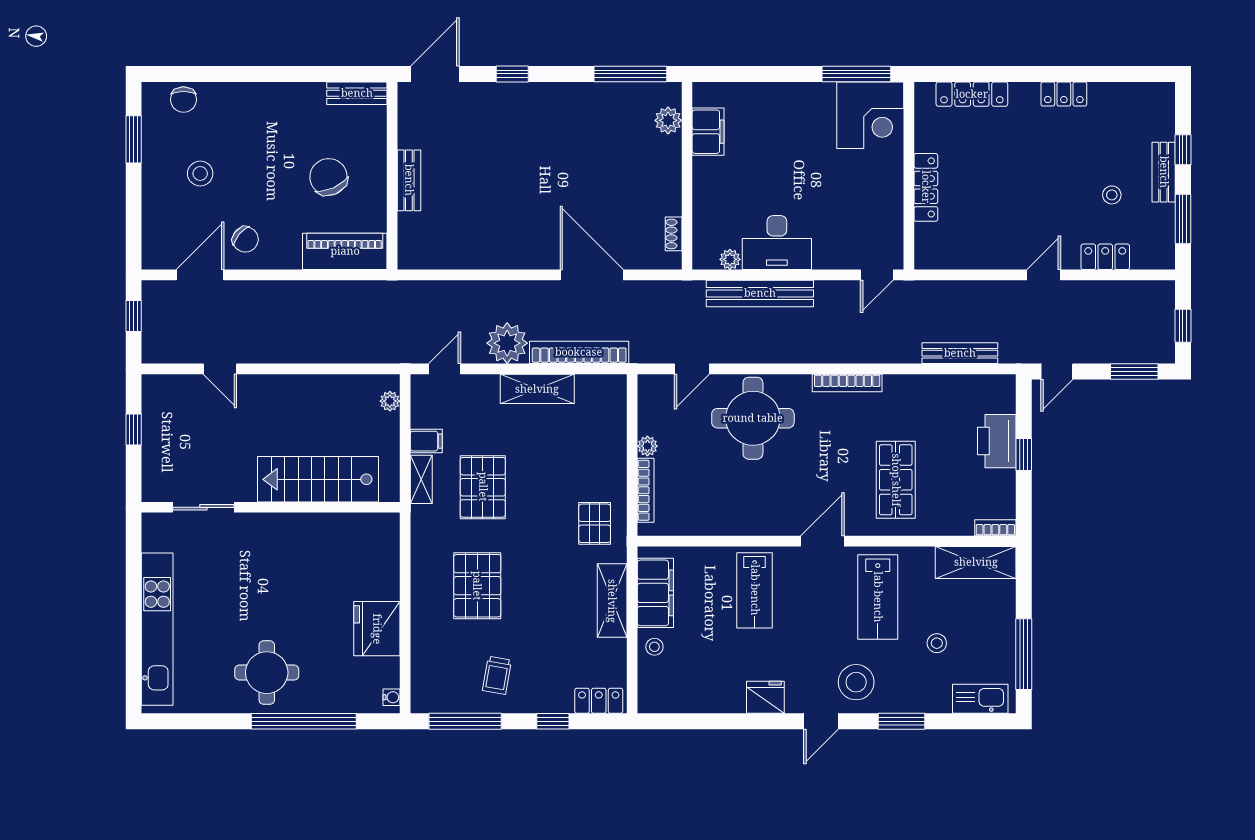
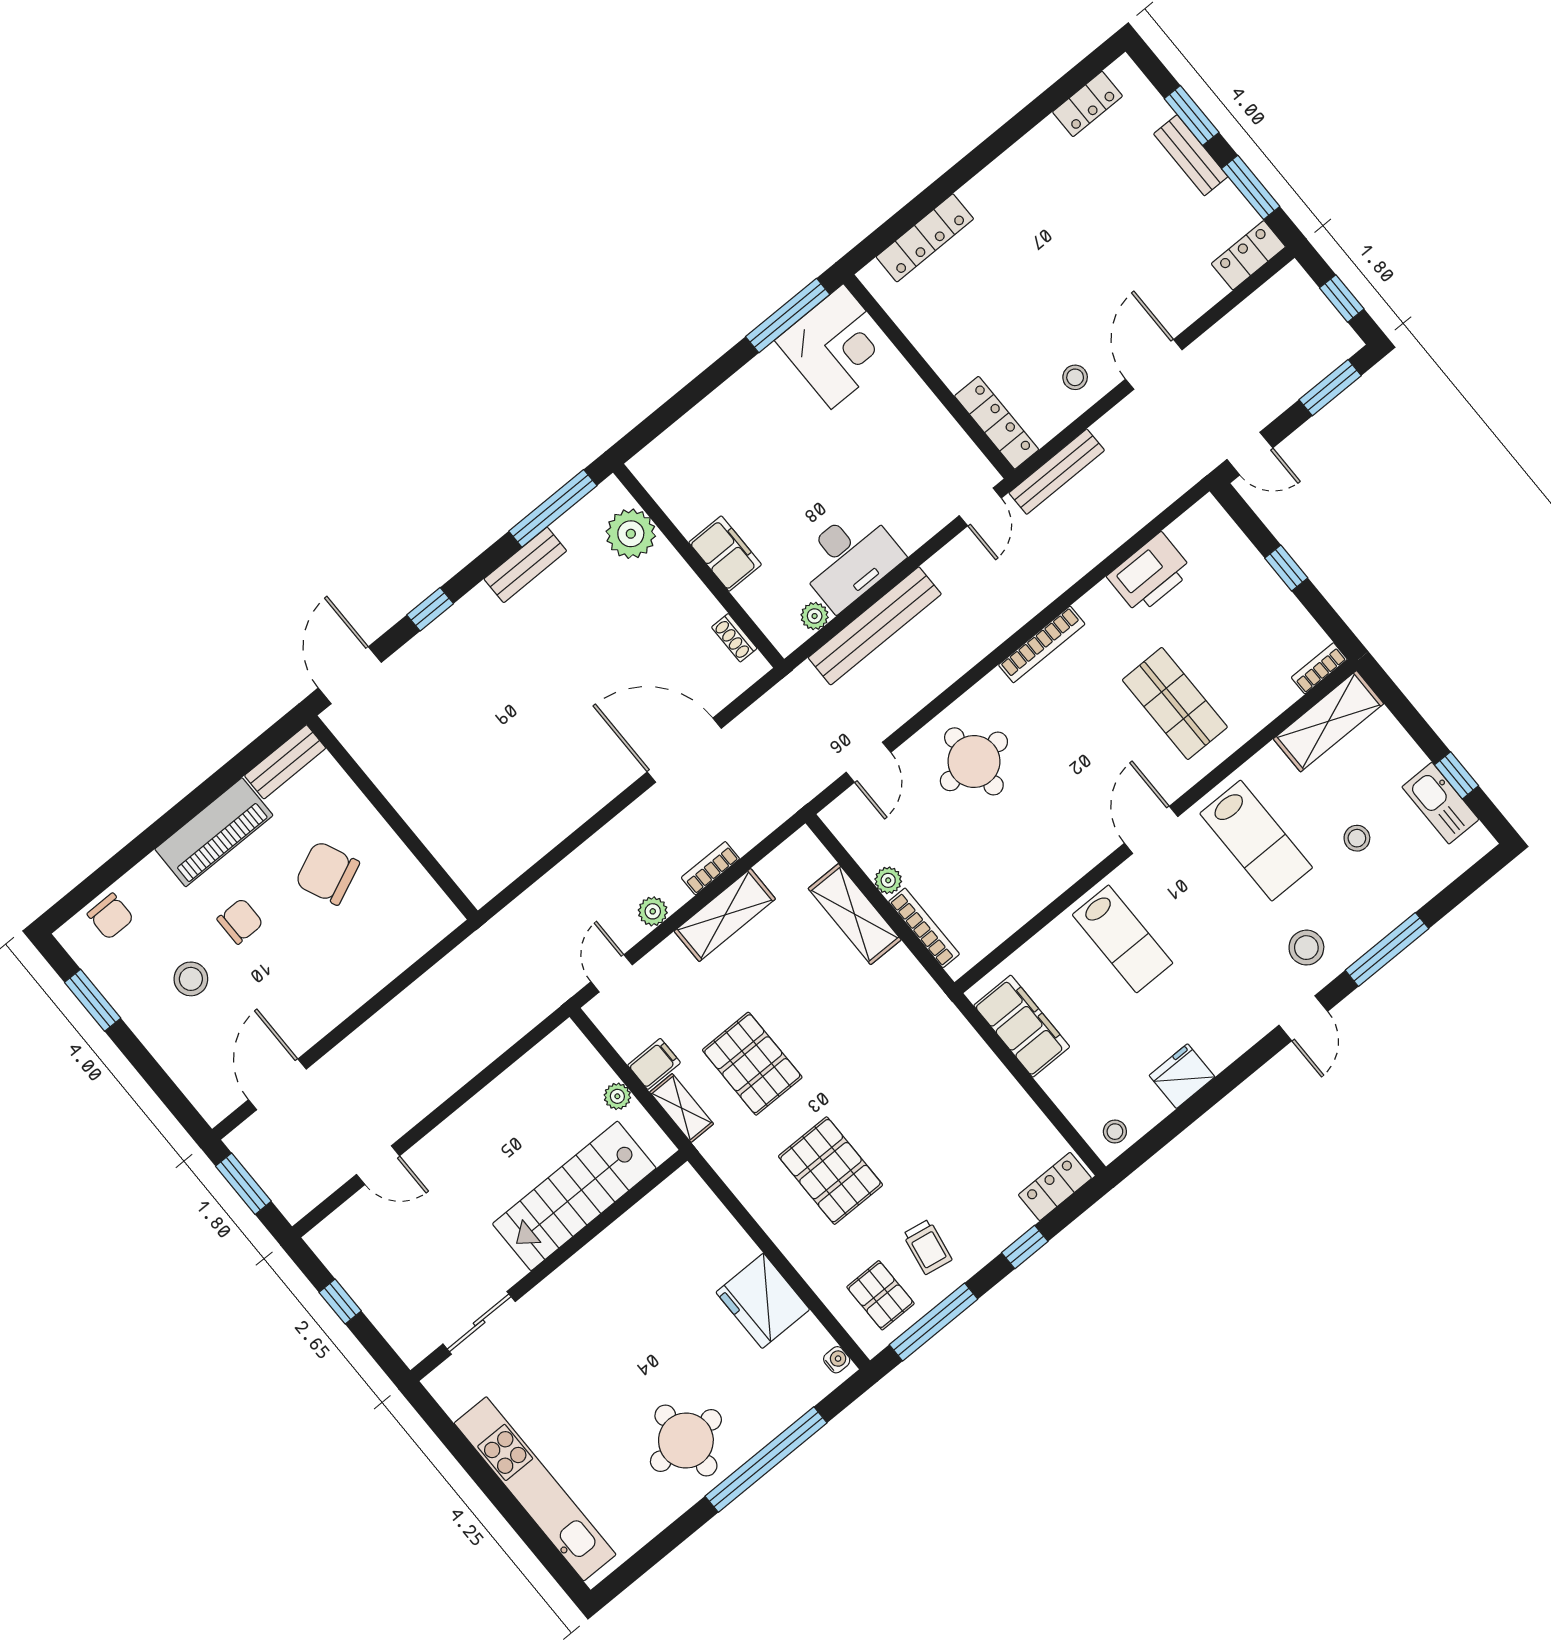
locker: (1064, 94) -> (1088, 104), moved
plant: (668, 120) -> (631, 534), width x1.36, depth x1.36
filing cabinet: (708, 132) -> (725, 554), moved
window: (1183, 150) -> (1192, 116), width x1.50
bench: (409, 180) -> (525, 565), moved, turned 90
locker: (926, 187) -> (997, 423), moved
stool: (1112, 195) -> (1075, 377), moved
chair: (245, 239) -> (240, 921), moved, turned -40
piano: (345, 251) -> (214, 832), moved, turned 180
locker: (1105, 257) -> (1248, 255), moved
door: (1044, 275) -> (1154, 364), width x1.38
window: (134, 316) -> (243, 1184), width x1.50
plant: (507, 343) -> (653, 911), width x0.53, depth x0.53
bookcase: (579, 352) -> (710, 868), width x0.43, depth x0.76
bench: (960, 353) -> (1057, 472), moved
door: (1057, 372) -> (1250, 454), hinge flipped
plant: (390, 401) -> (617, 1096), moved
round table: (753, 418) -> (974, 761), width x0.73, depth x0.73
printer: (997, 441) -> (1150, 574), moved, turned -90
pallet: (595, 523) -> (880, 1295), moved
shelving: (612, 601) -> (855, 914), moved
stool: (654, 647) -> (1115, 1132), moved
window: (1024, 654) -> (1457, 775), width x0.46
stool: (856, 682) -> (1306, 948), width x0.73, depth x0.73
fridge: (765, 697) -> (1182, 1076), moved
kitchen sink: (980, 699) -> (1440, 803), moved, turned -90
window: (902, 721) -> (1387, 949), width x1.44

